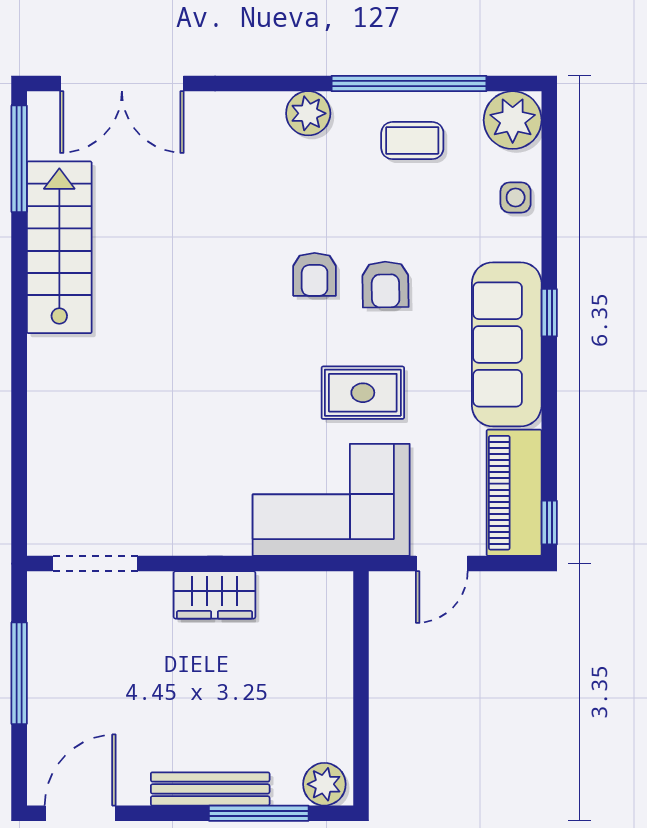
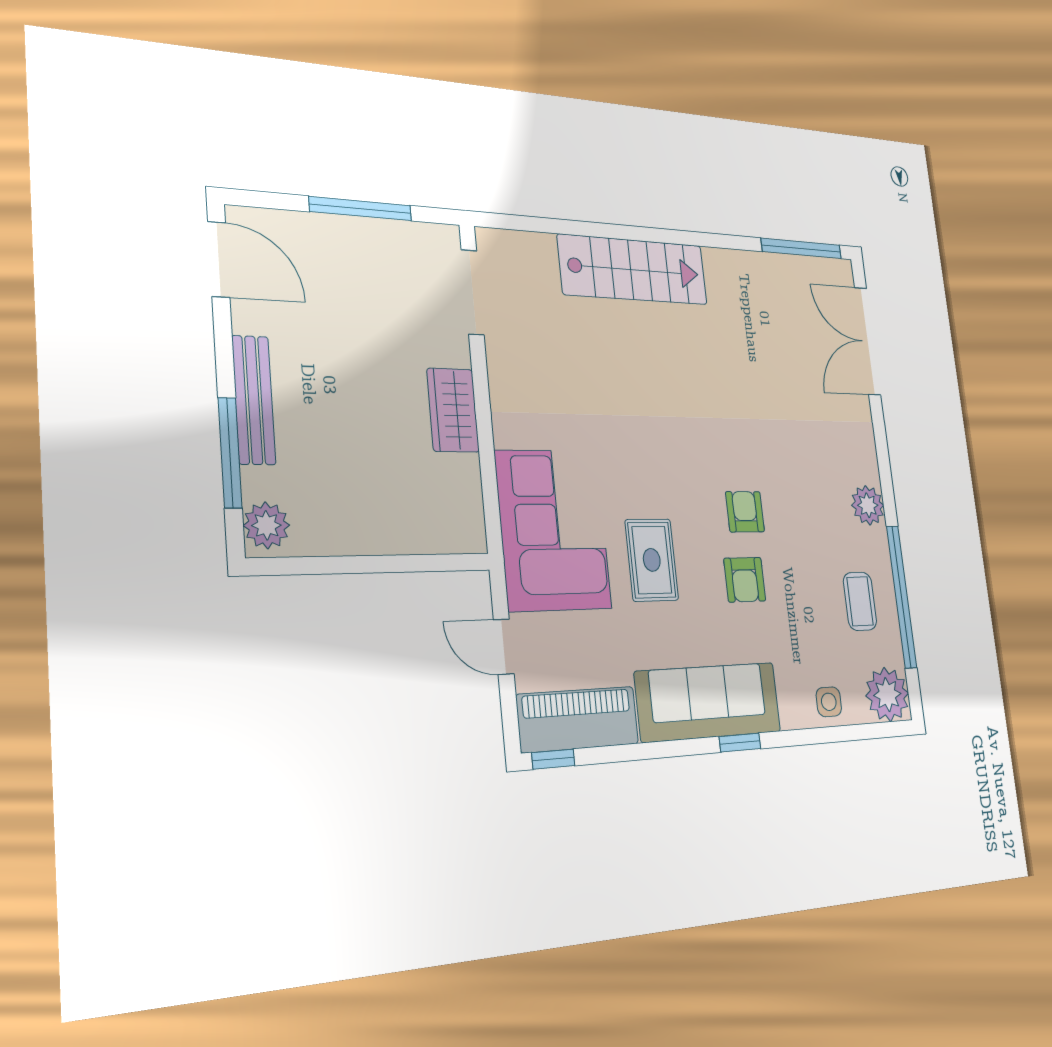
stairs: (59, 247) -> (633, 270), moved
armchair: (315, 274) -> (745, 512), turned 90
armchair: (385, 284) -> (745, 580), turned -89

